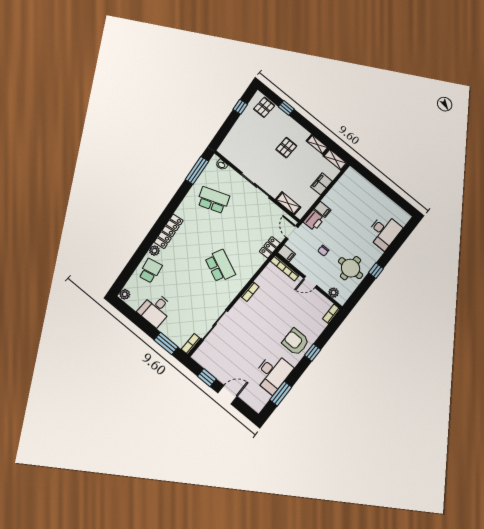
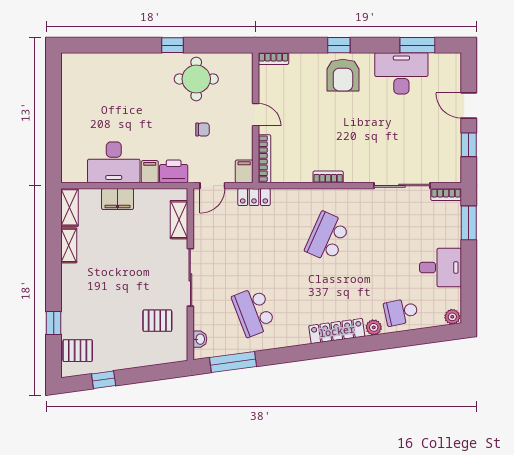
pallet: (286, 148) -> (157, 321), moved
desk: (384, 232) -> (114, 162), moved, turned 180
plant: (334, 293) -> (245, 76), removed

